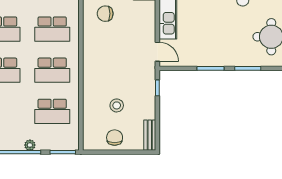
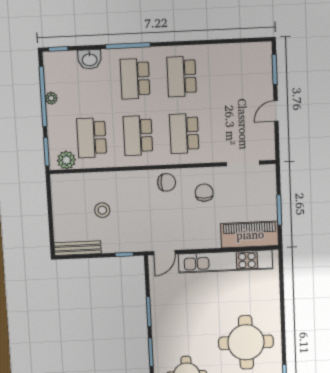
plant: (71, 135) -> (66, 160), added
bench: (150, 135) -> (78, 248), width x1.36
chair: (115, 138) -> (167, 182), moved
plant: (30, 145) -> (51, 98), moved

